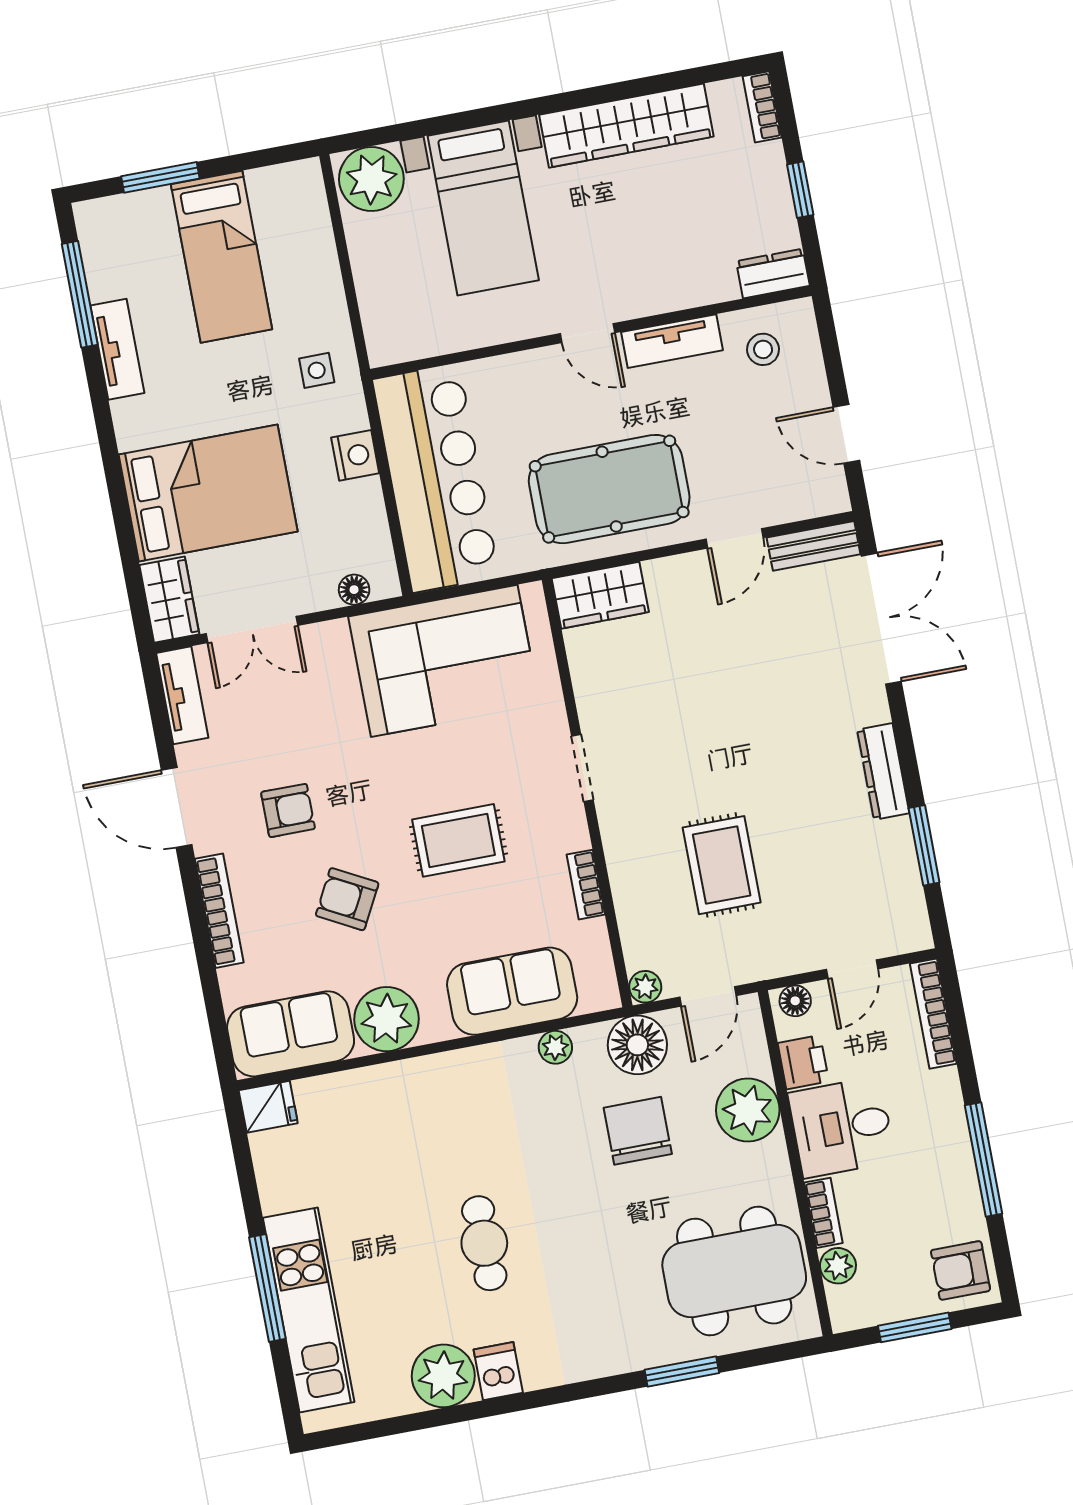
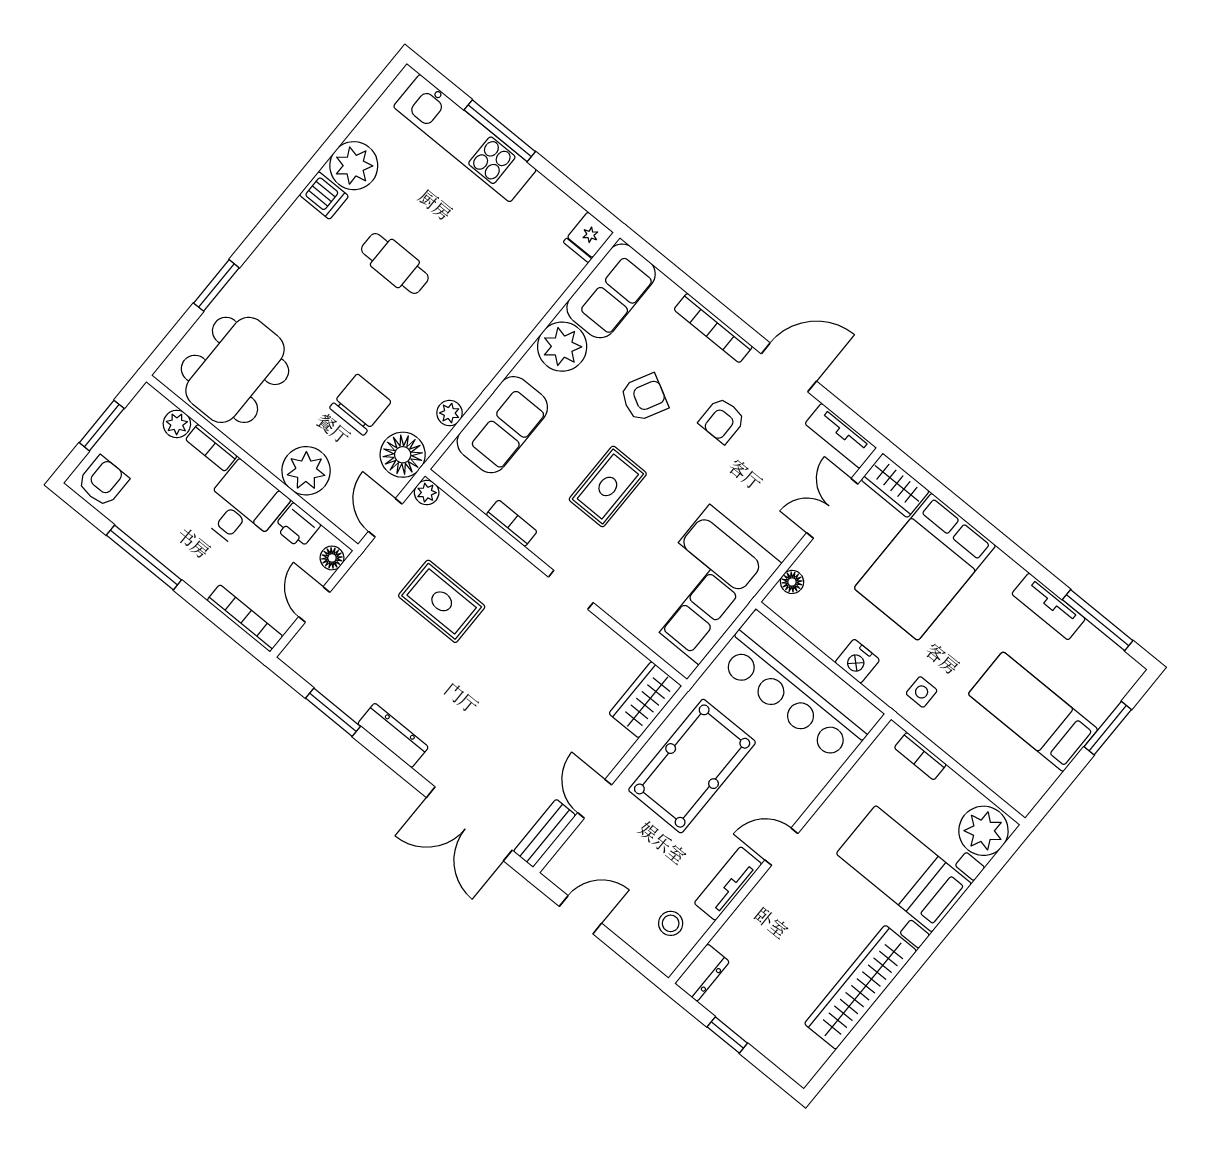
bookcase: (762, 107) -> (920, 756), moved, turned 180
chair: (638, 1131) -> (360, 405), turned -90

